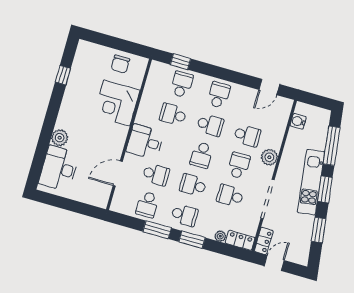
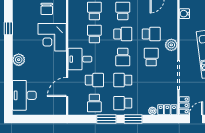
school desk: (173, 114) -> (94, 34), turned 90
plant: (60, 138) -> (19, 60), moved
school desk: (230, 196) -> (151, 80), removed
school desk: (184, 215) -> (123, 103), turned 180

